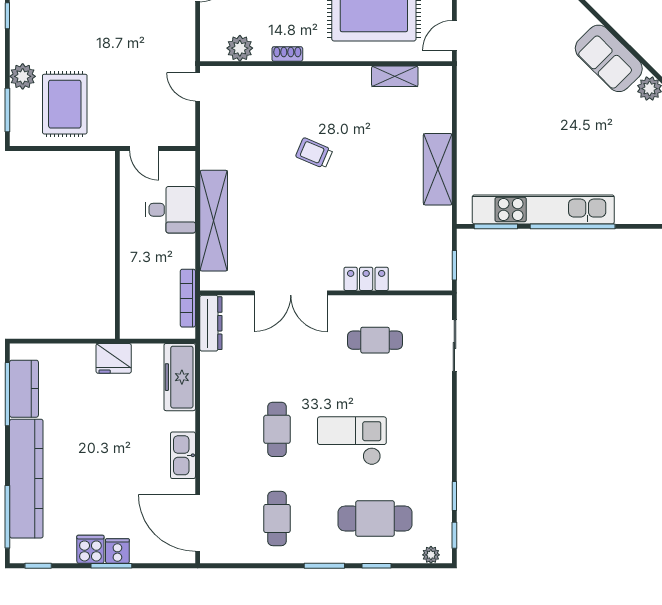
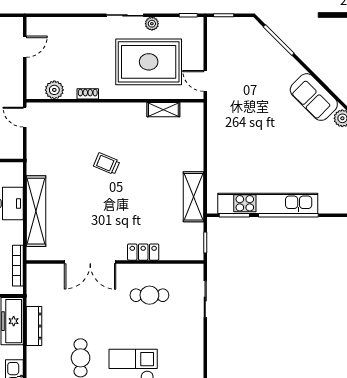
door: (454, 35) -> (205, 81), hinge flipped
shelving: (438, 169) -> (194, 197), moved
dresser: (211, 323) -> (34, 326), moved

